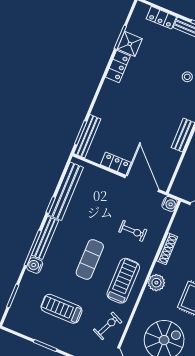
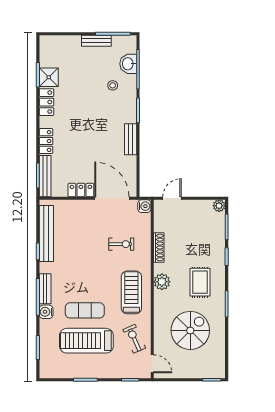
locker: (161, 18) -> (46, 141), moved, turned -90
bench: (45, 238) -> (45, 289), width x0.73
exercise mat: (90, 259) -> (85, 310), moved, turned 90
treadmill: (61, 309) -> (86, 341), width x1.37, depth x1.38
exercise bike: (108, 326) -> (134, 339), turned -49

